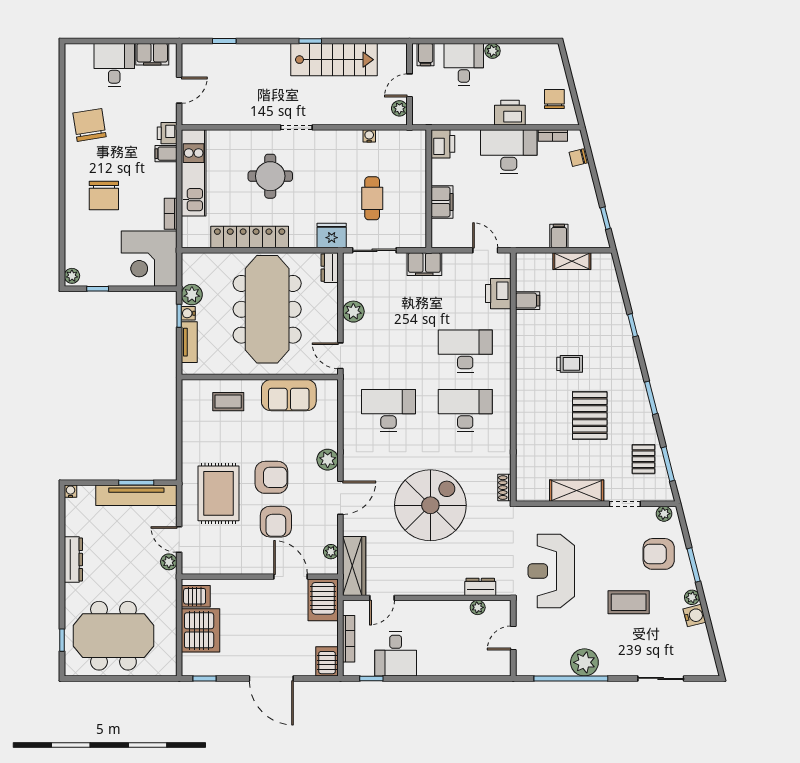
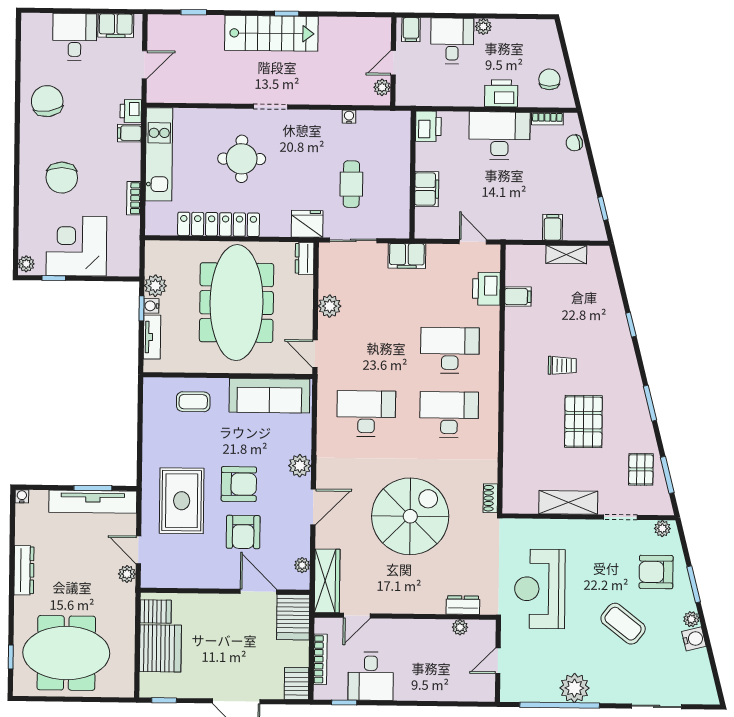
stairs: (334, 60) -> (271, 33), moved
corner desk: (149, 259) -> (76, 246), moved, turned 90
sofa: (289, 395) -> (269, 396), width x1.36
coffee table: (629, 602) -> (623, 624), turned 38

